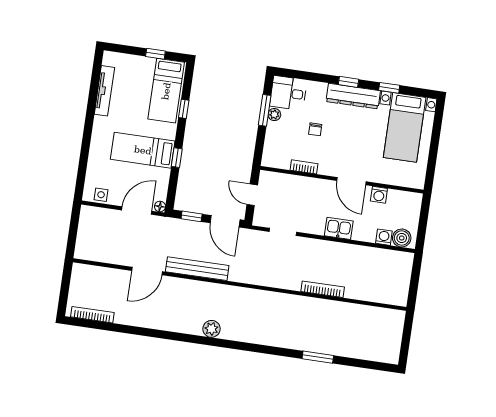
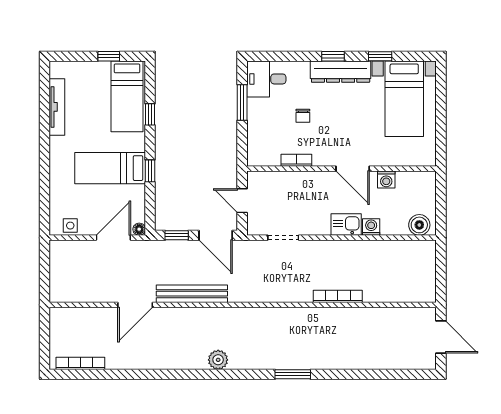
plant: (274, 115) -> (254, 106), removed
washing machine: (384, 237) -> (371, 227), moved
door: (406, 337) -> (441, 337), added
window: (318, 357) -> (293, 374), moved

